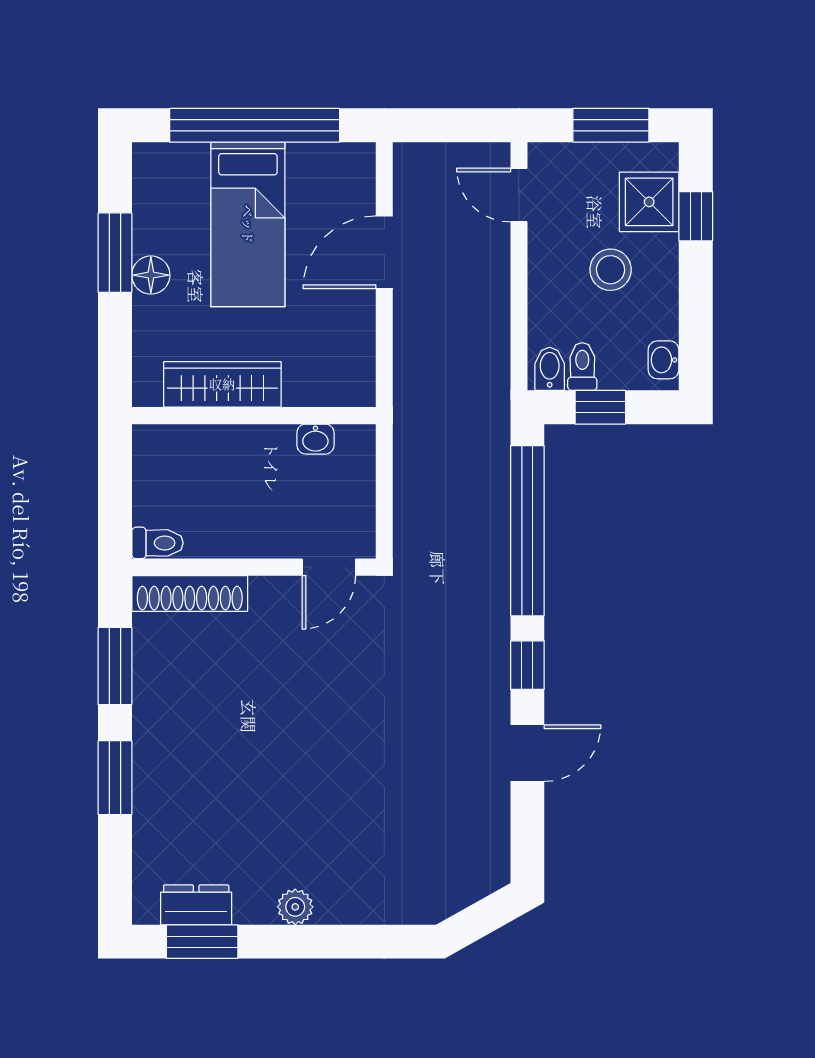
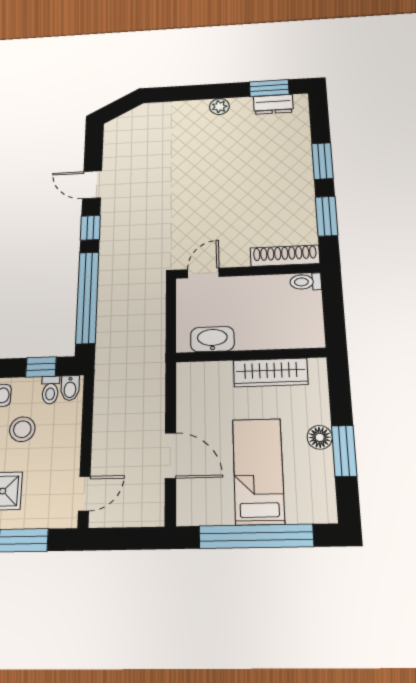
door: (519, 195) -> (84, 494), hinge flipped
door: (384, 252) -> (170, 455), hinge flipped
stool: (611, 270) -> (22, 429), moved
washbasin: (315, 439) -> (212, 339), width x1.91, depth x1.45
door: (527, 753) -> (92, 185), hinge flipped

